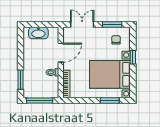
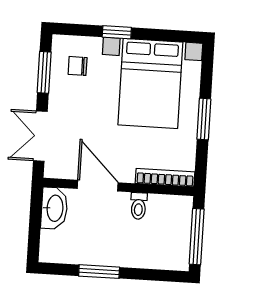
washbasin: (38, 33) -> (54, 208), moved
window: (21, 80) -> (99, 272), moved
window: (110, 100) -> (204, 119), moved

